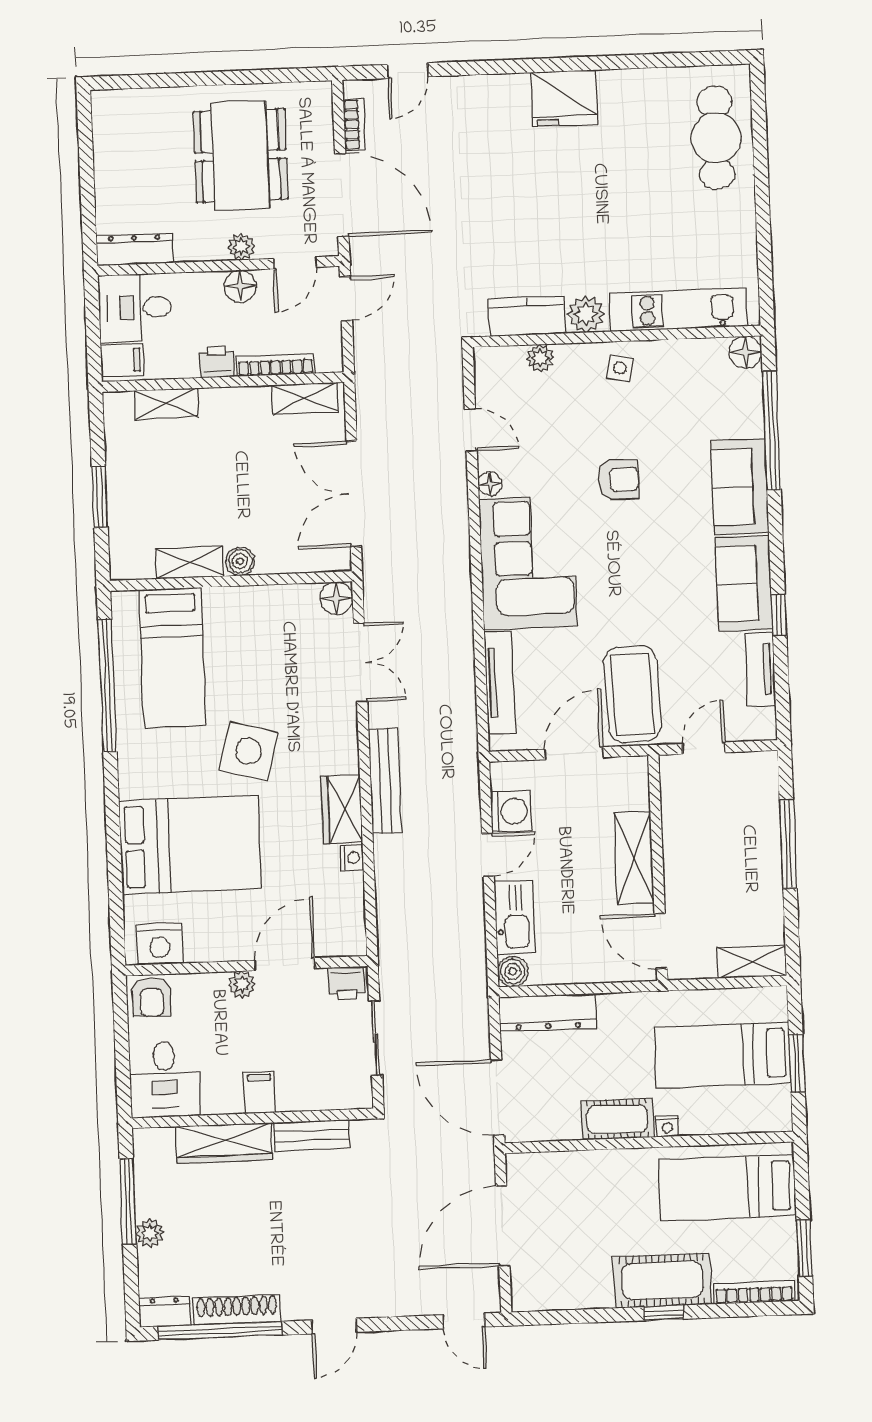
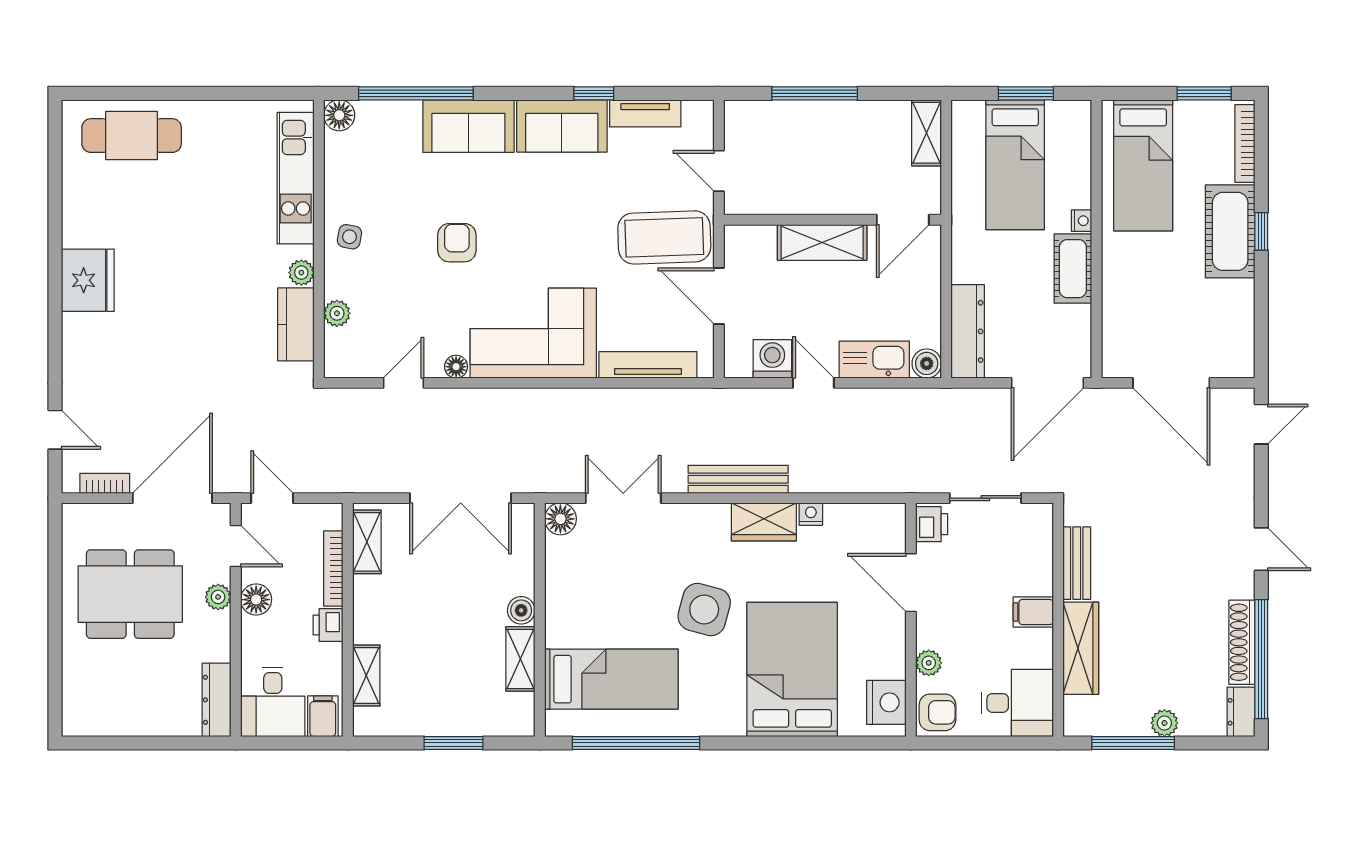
plant: (586, 314) -> (301, 273), width x0.73, depth x0.73
plant: (242, 984) -> (929, 663), moved

